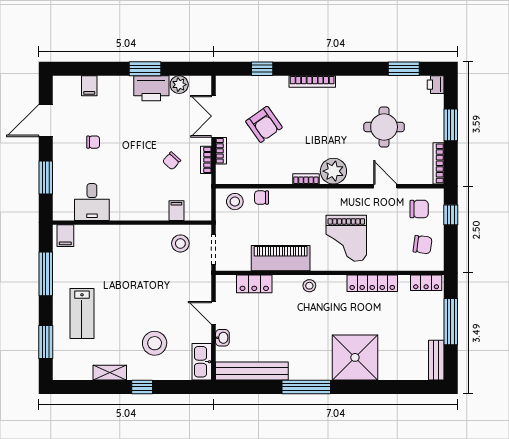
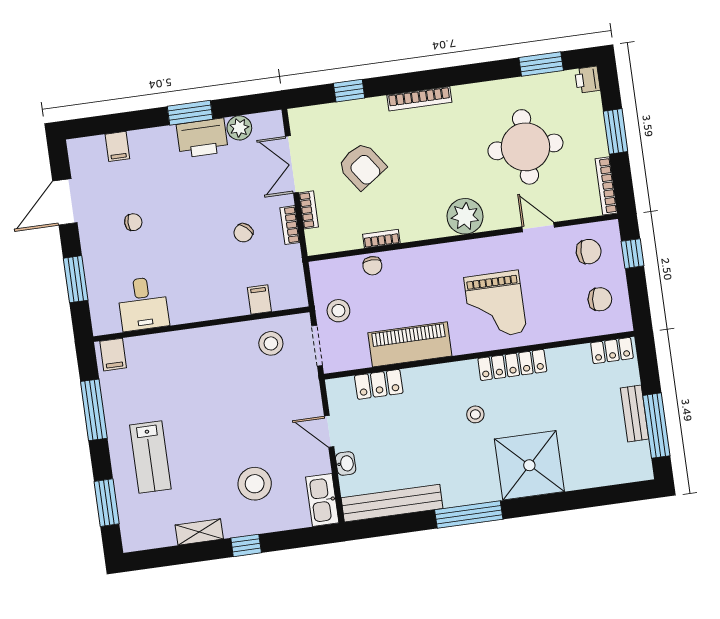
round table: (384, 127) -> (525, 147), width x1.36, depth x1.36
bookcase: (306, 179) -> (381, 239), moved
chair: (262, 198) -> (372, 266), turned -90
stool: (235, 202) -> (338, 311), moved
locker: (372, 283) -> (512, 365), moved
stool: (309, 286) -> (475, 414), moved
window: (451, 322) -> (656, 426), moved
bench: (436, 360) -> (635, 413), moved

